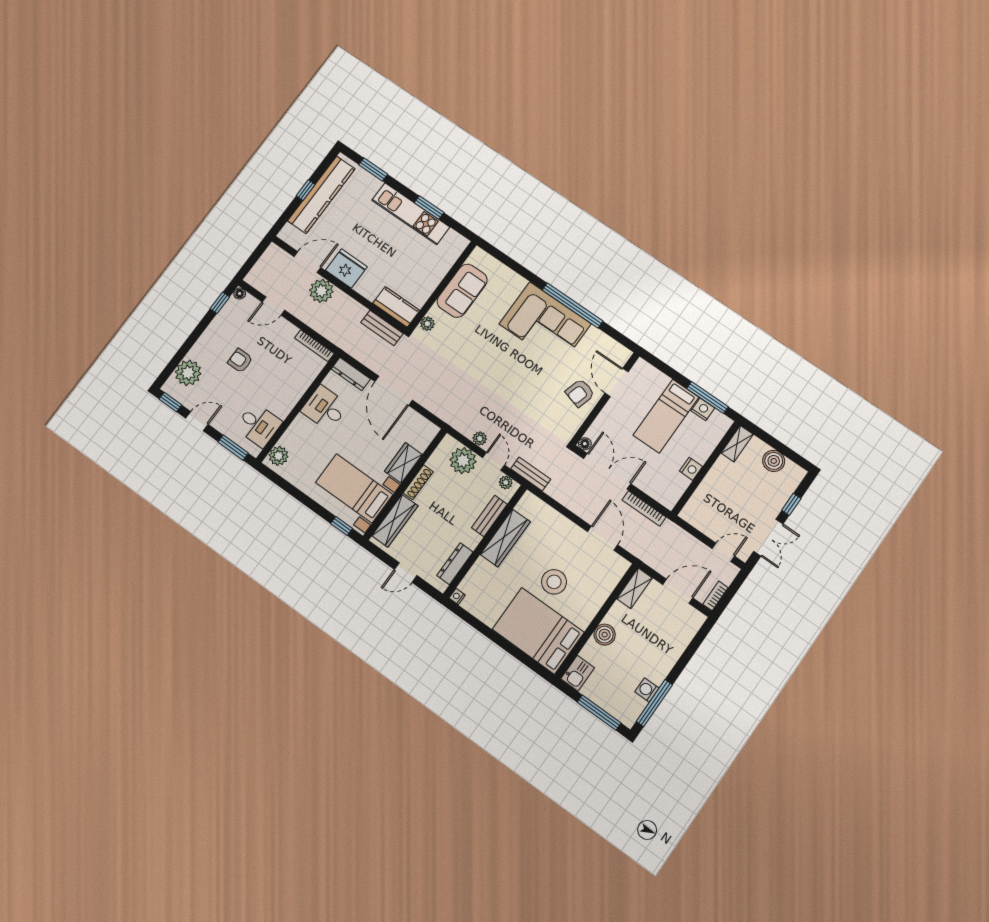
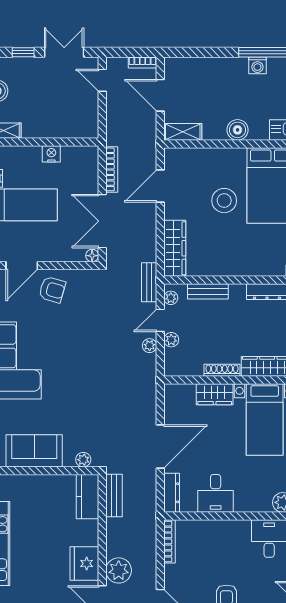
plant: (463, 461) -> (171, 340), width x0.53, depth x0.53
wardrobe: (505, 538) -> (175, 248), moved, turned 90

